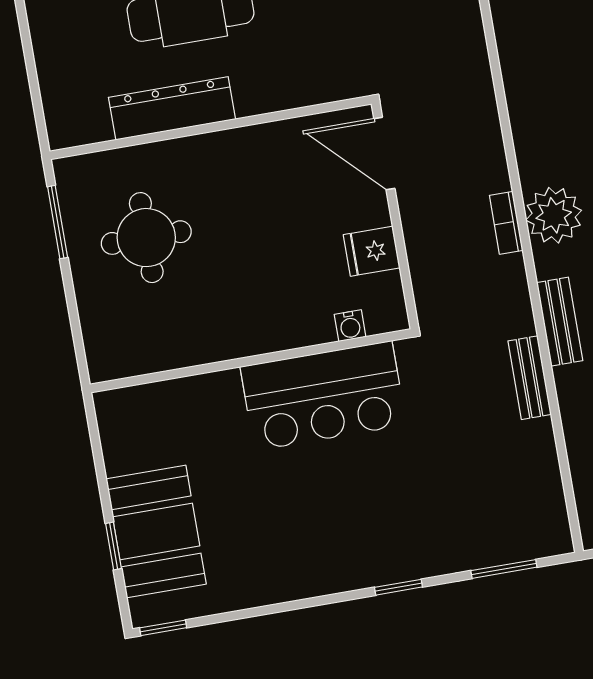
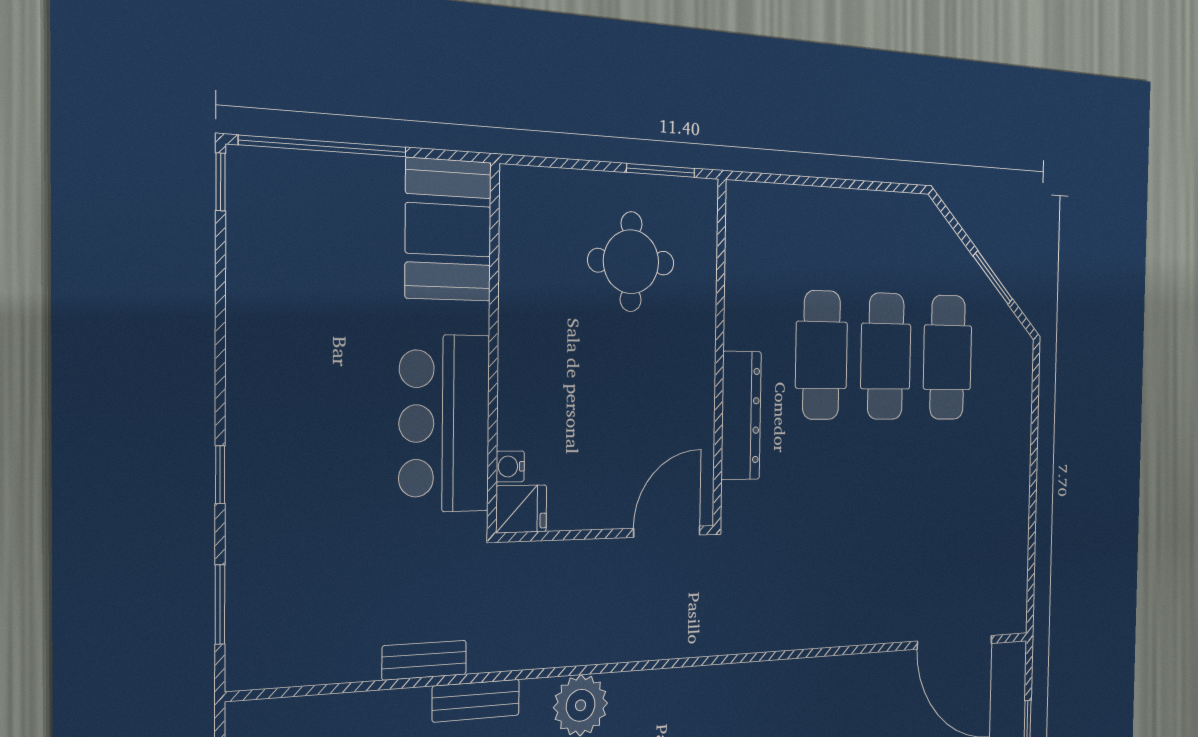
dresser: (172, 108) -> (741, 415), moved
bookcase: (506, 223) -> (582, 653), removed
fridge: (372, 251) -> (521, 509), moved, turned 90
booth: (156, 531) -> (448, 230), moved, turned 90
window: (114, 546) -> (324, 146), width x3.17

